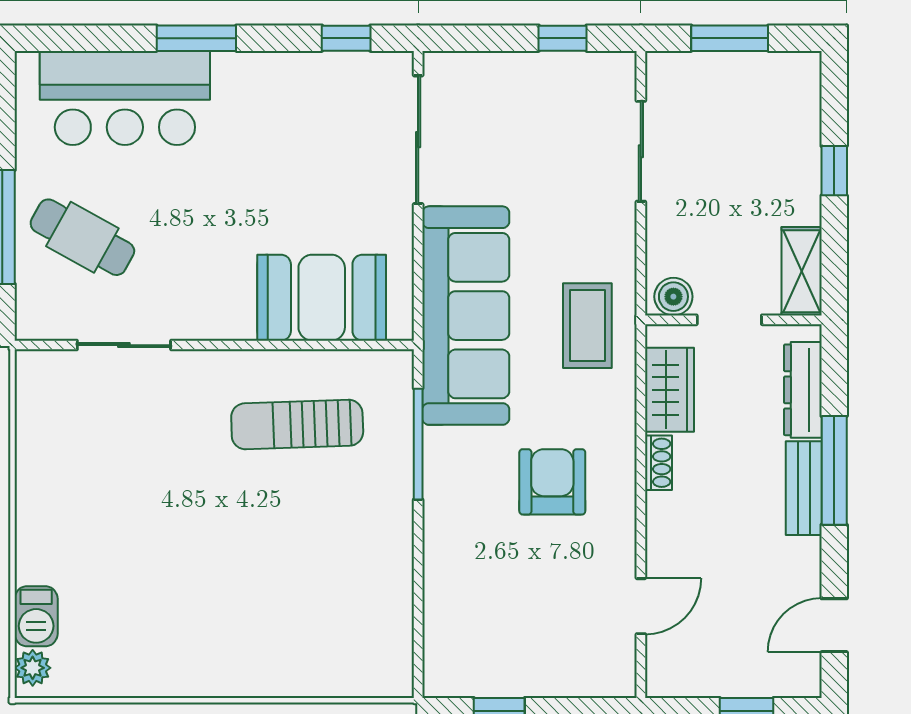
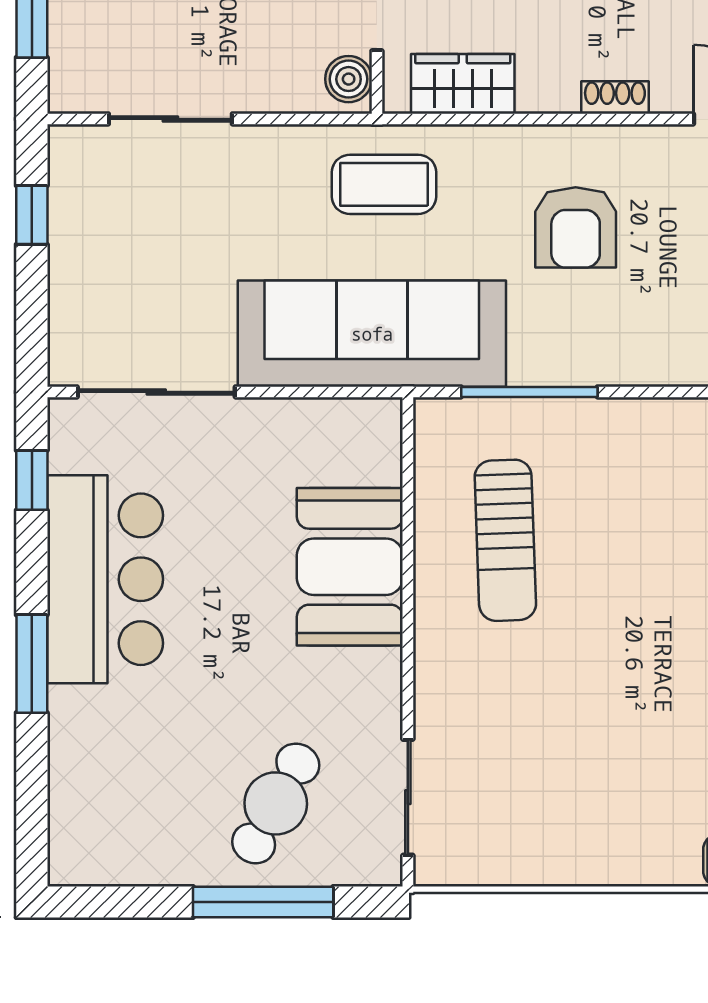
bar counter: (125, 98) -> (105, 579), moved
booth: (322, 298) -> (350, 567), moved
sliding door: (124, 345) -> (408, 797), moved
shoe rack: (658, 463) -> (615, 97), moved
armchair: (552, 482) -> (576, 227), turned -90

